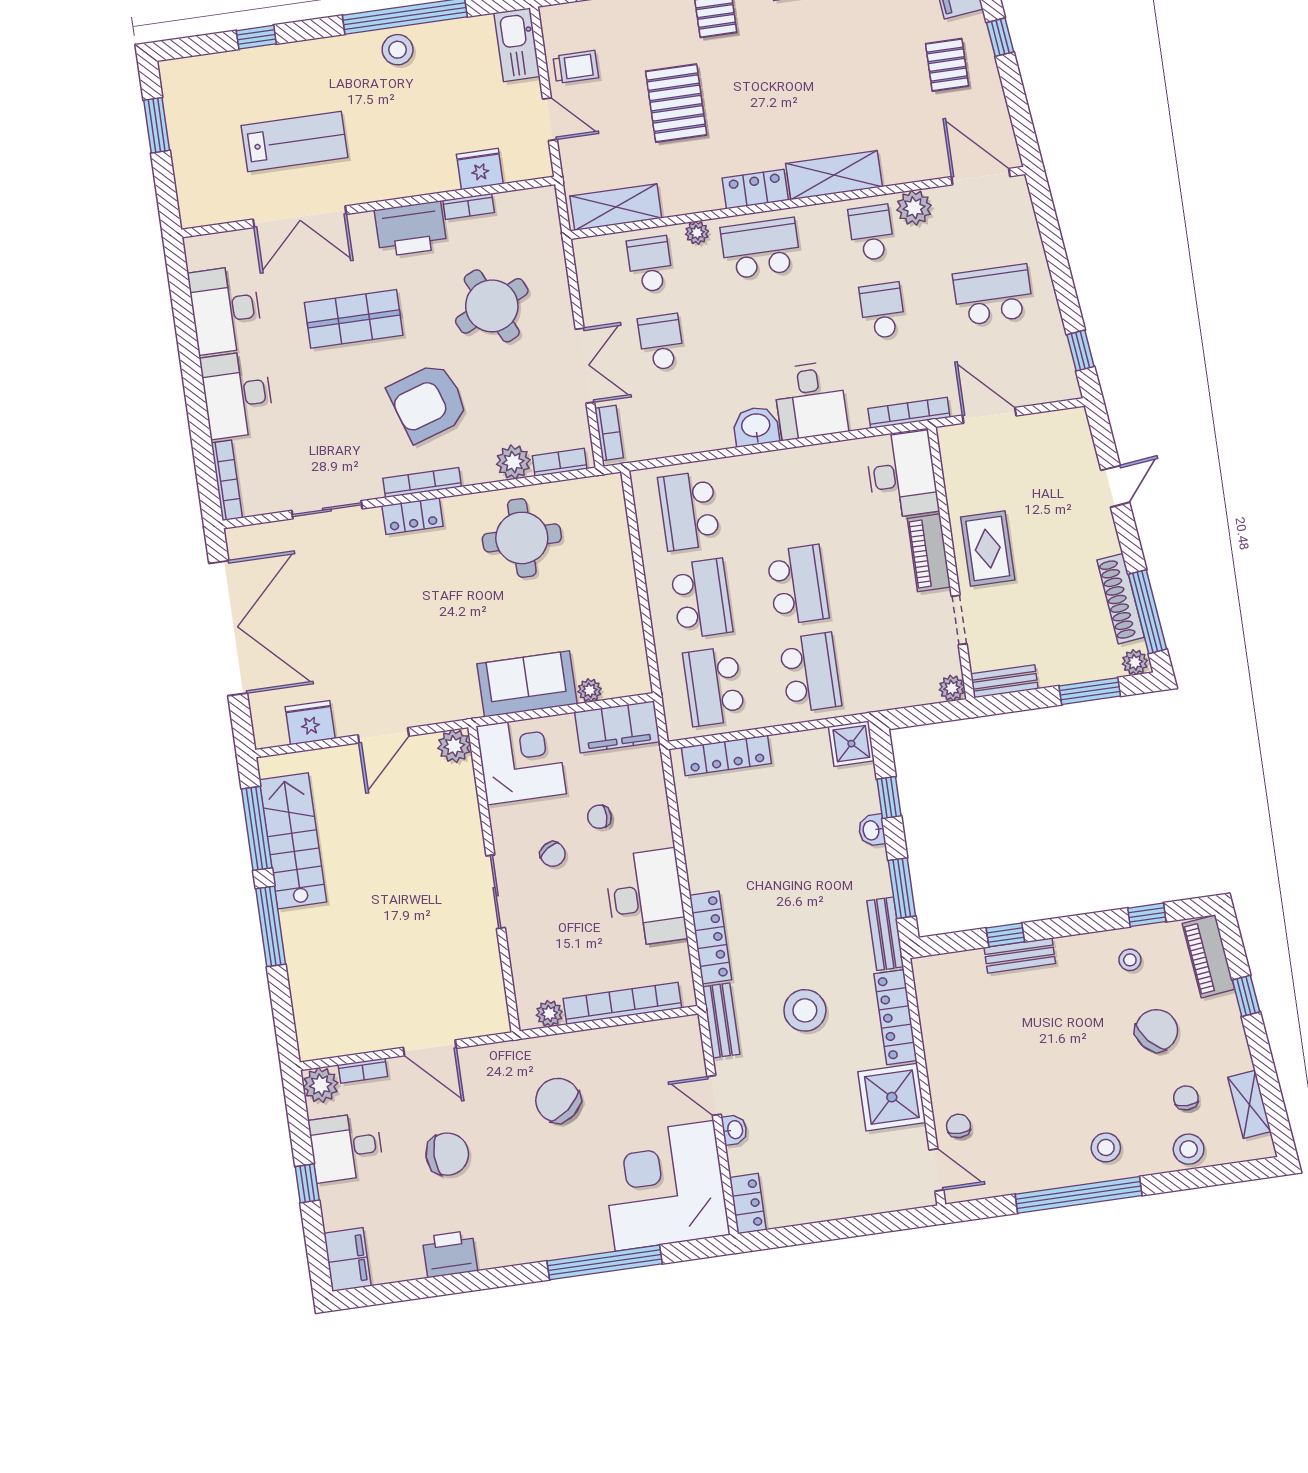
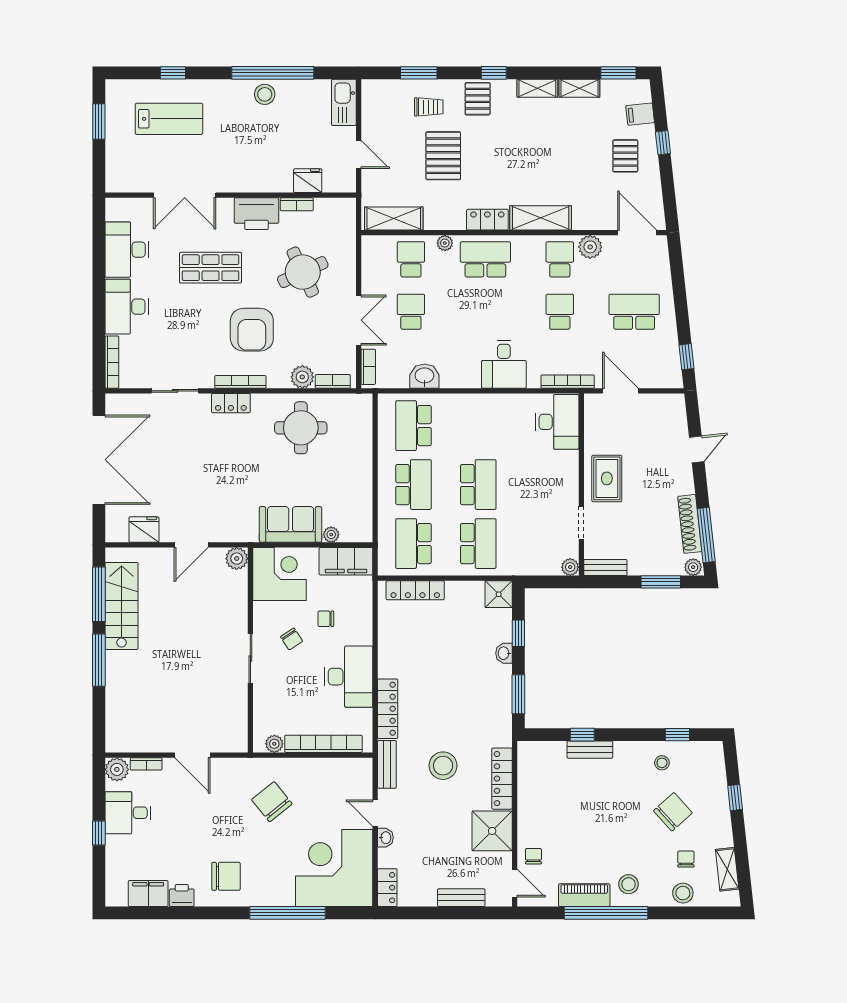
trolley: (576, 67) -> (429, 107), moved
lab bench: (294, 141) -> (169, 119), moved
armchair: (428, 402) -> (252, 330), turned -72
washbasin: (756, 426) -> (424, 376), moved
piano: (929, 553) -> (568, 476), removed
bench: (885, 934) -> (461, 898), moved, turned 90
piano: (1208, 956) -> (584, 895), moved, turned 96
chair: (447, 1154) -> (226, 876), moved
printer: (450, 1254) -> (182, 896), width x0.73, depth x0.81
filing cabinet: (347, 1260) -> (148, 893), moved, turned -90

